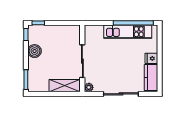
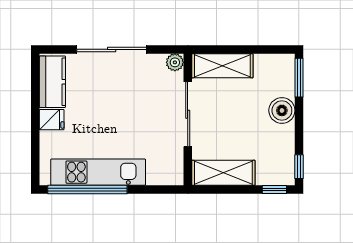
shelving: (64, 31) -> (223, 173), added
boiler: (35, 51) -> (282, 110), moved

